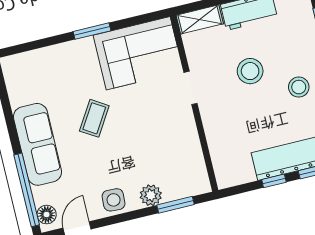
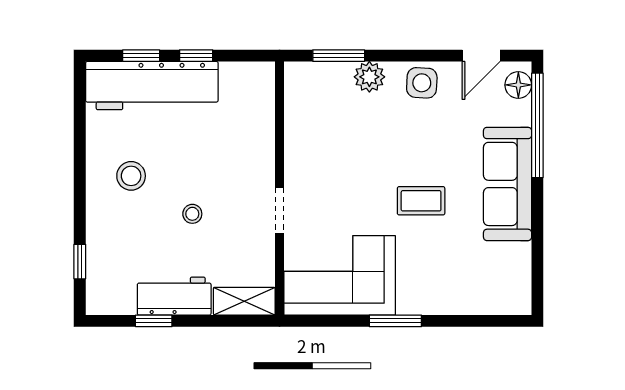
stool: (250, 71) -> (192, 214), width x0.53, depth x0.53
coffee table: (94, 118) -> (421, 201), turned 58

